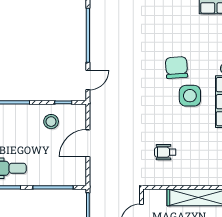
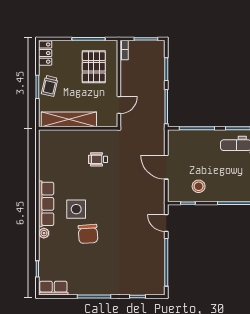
door: (88, 80) -> (166, 223), hinge flipped
door: (88, 143) -> (166, 167), swing flipped
wheelchair: (165, 152) -> (98, 159), turned 180

